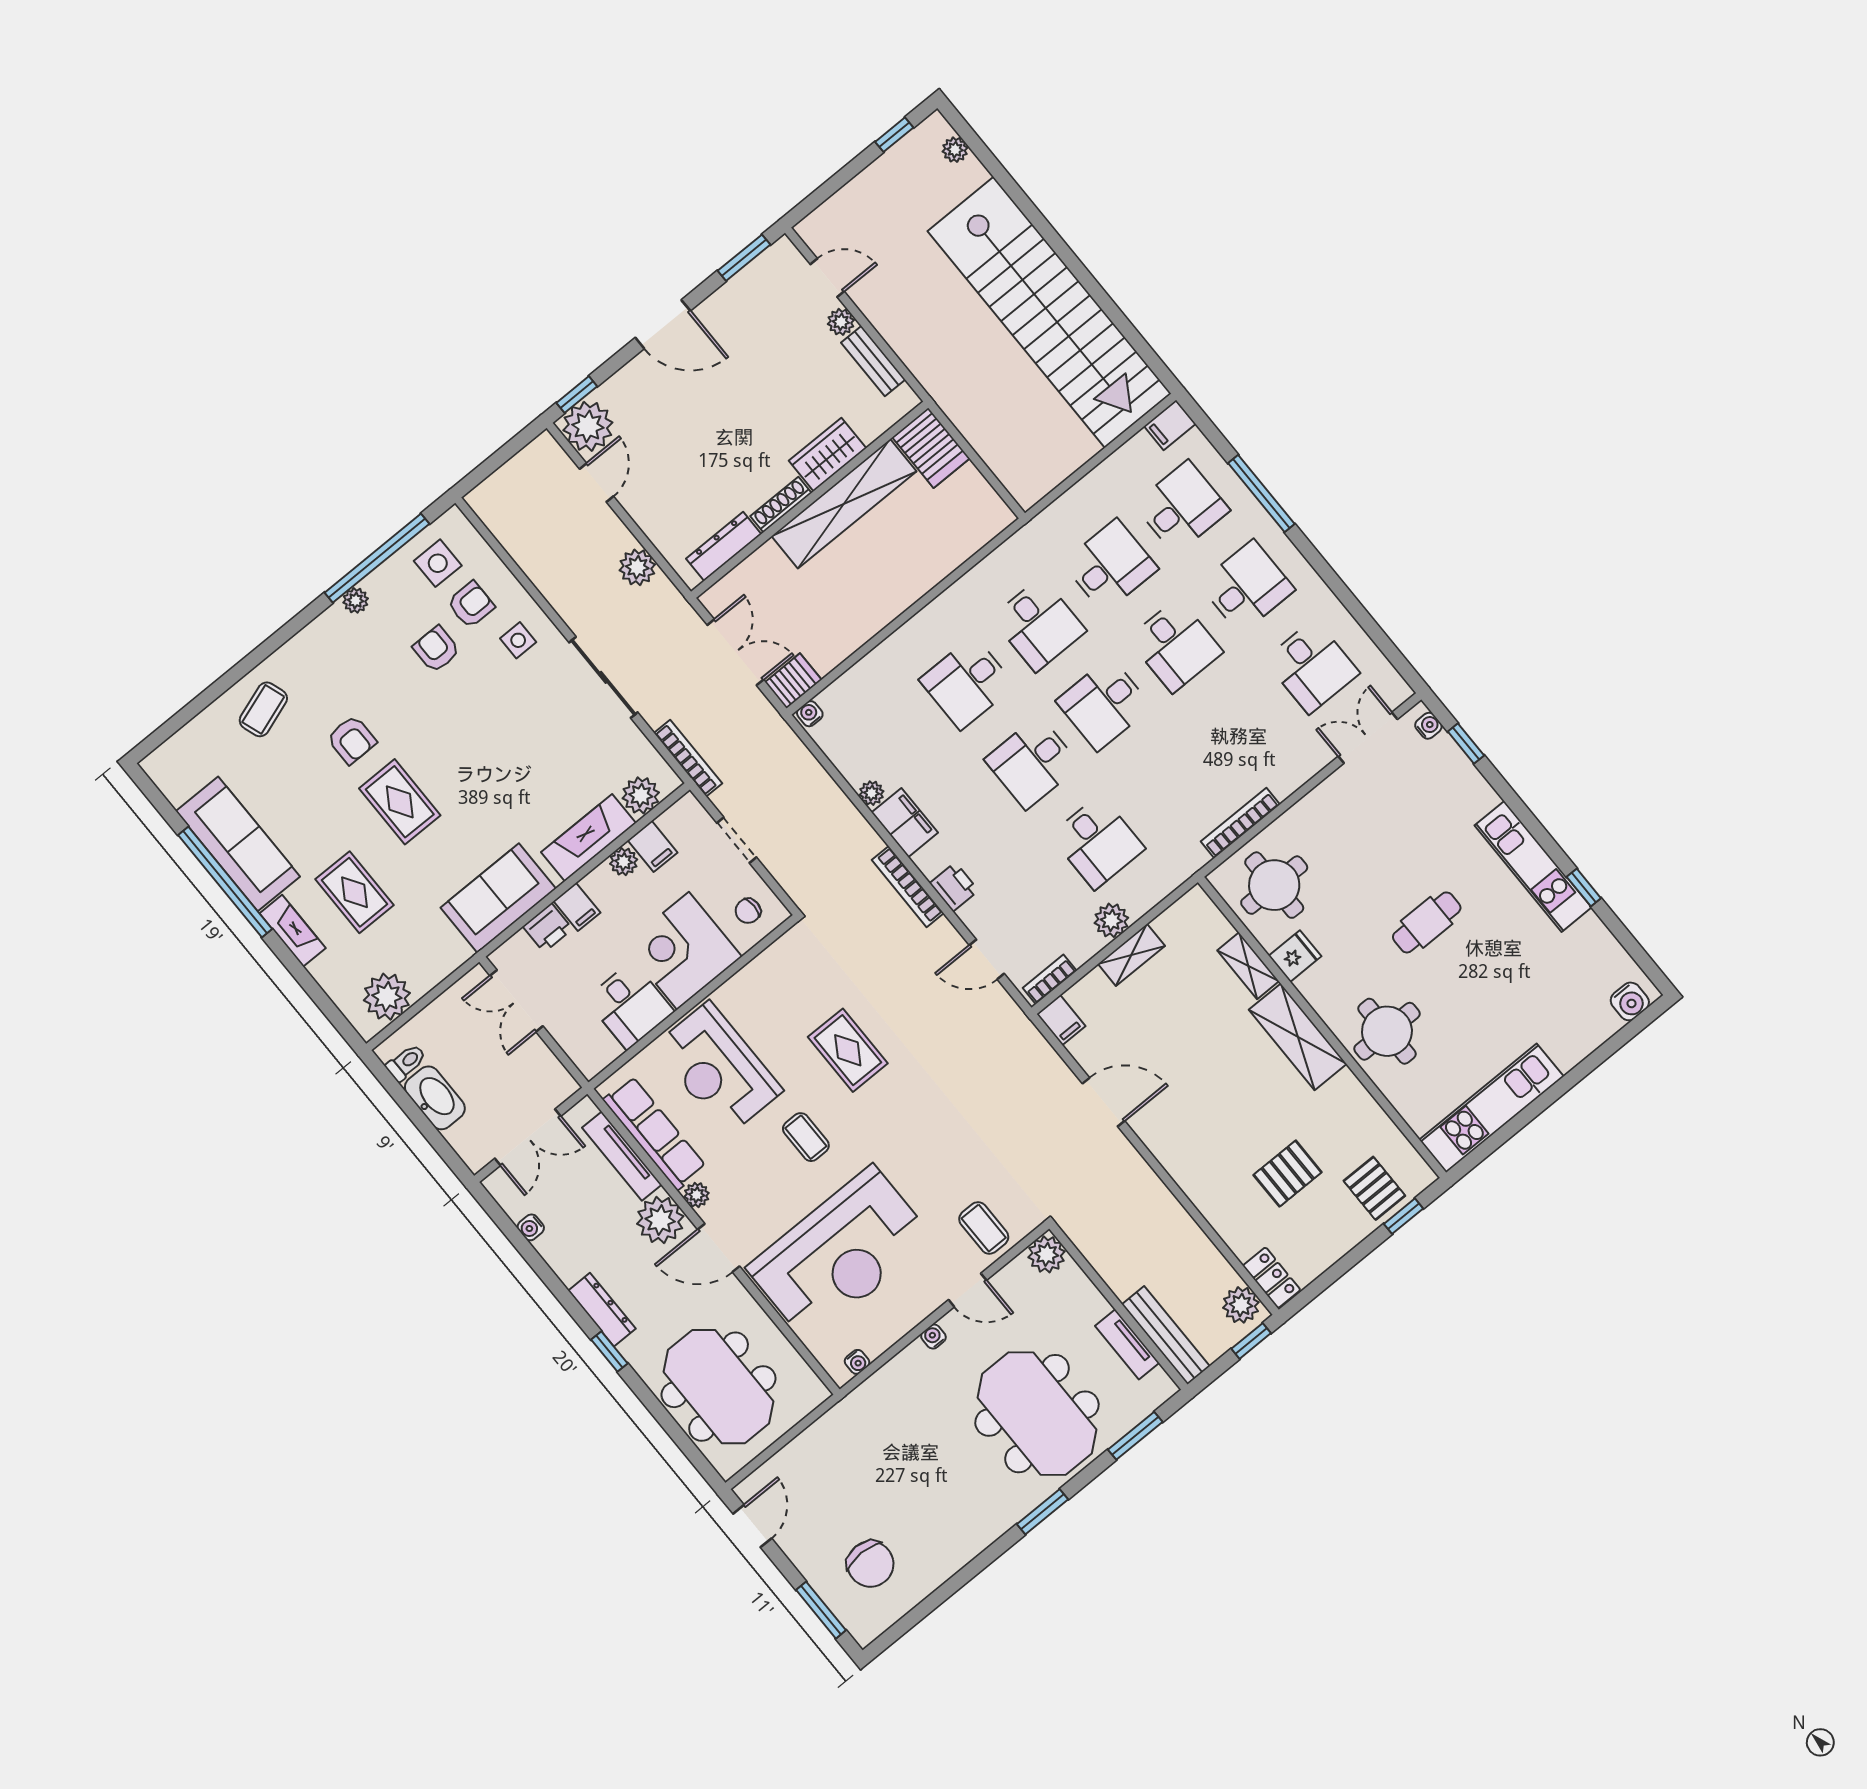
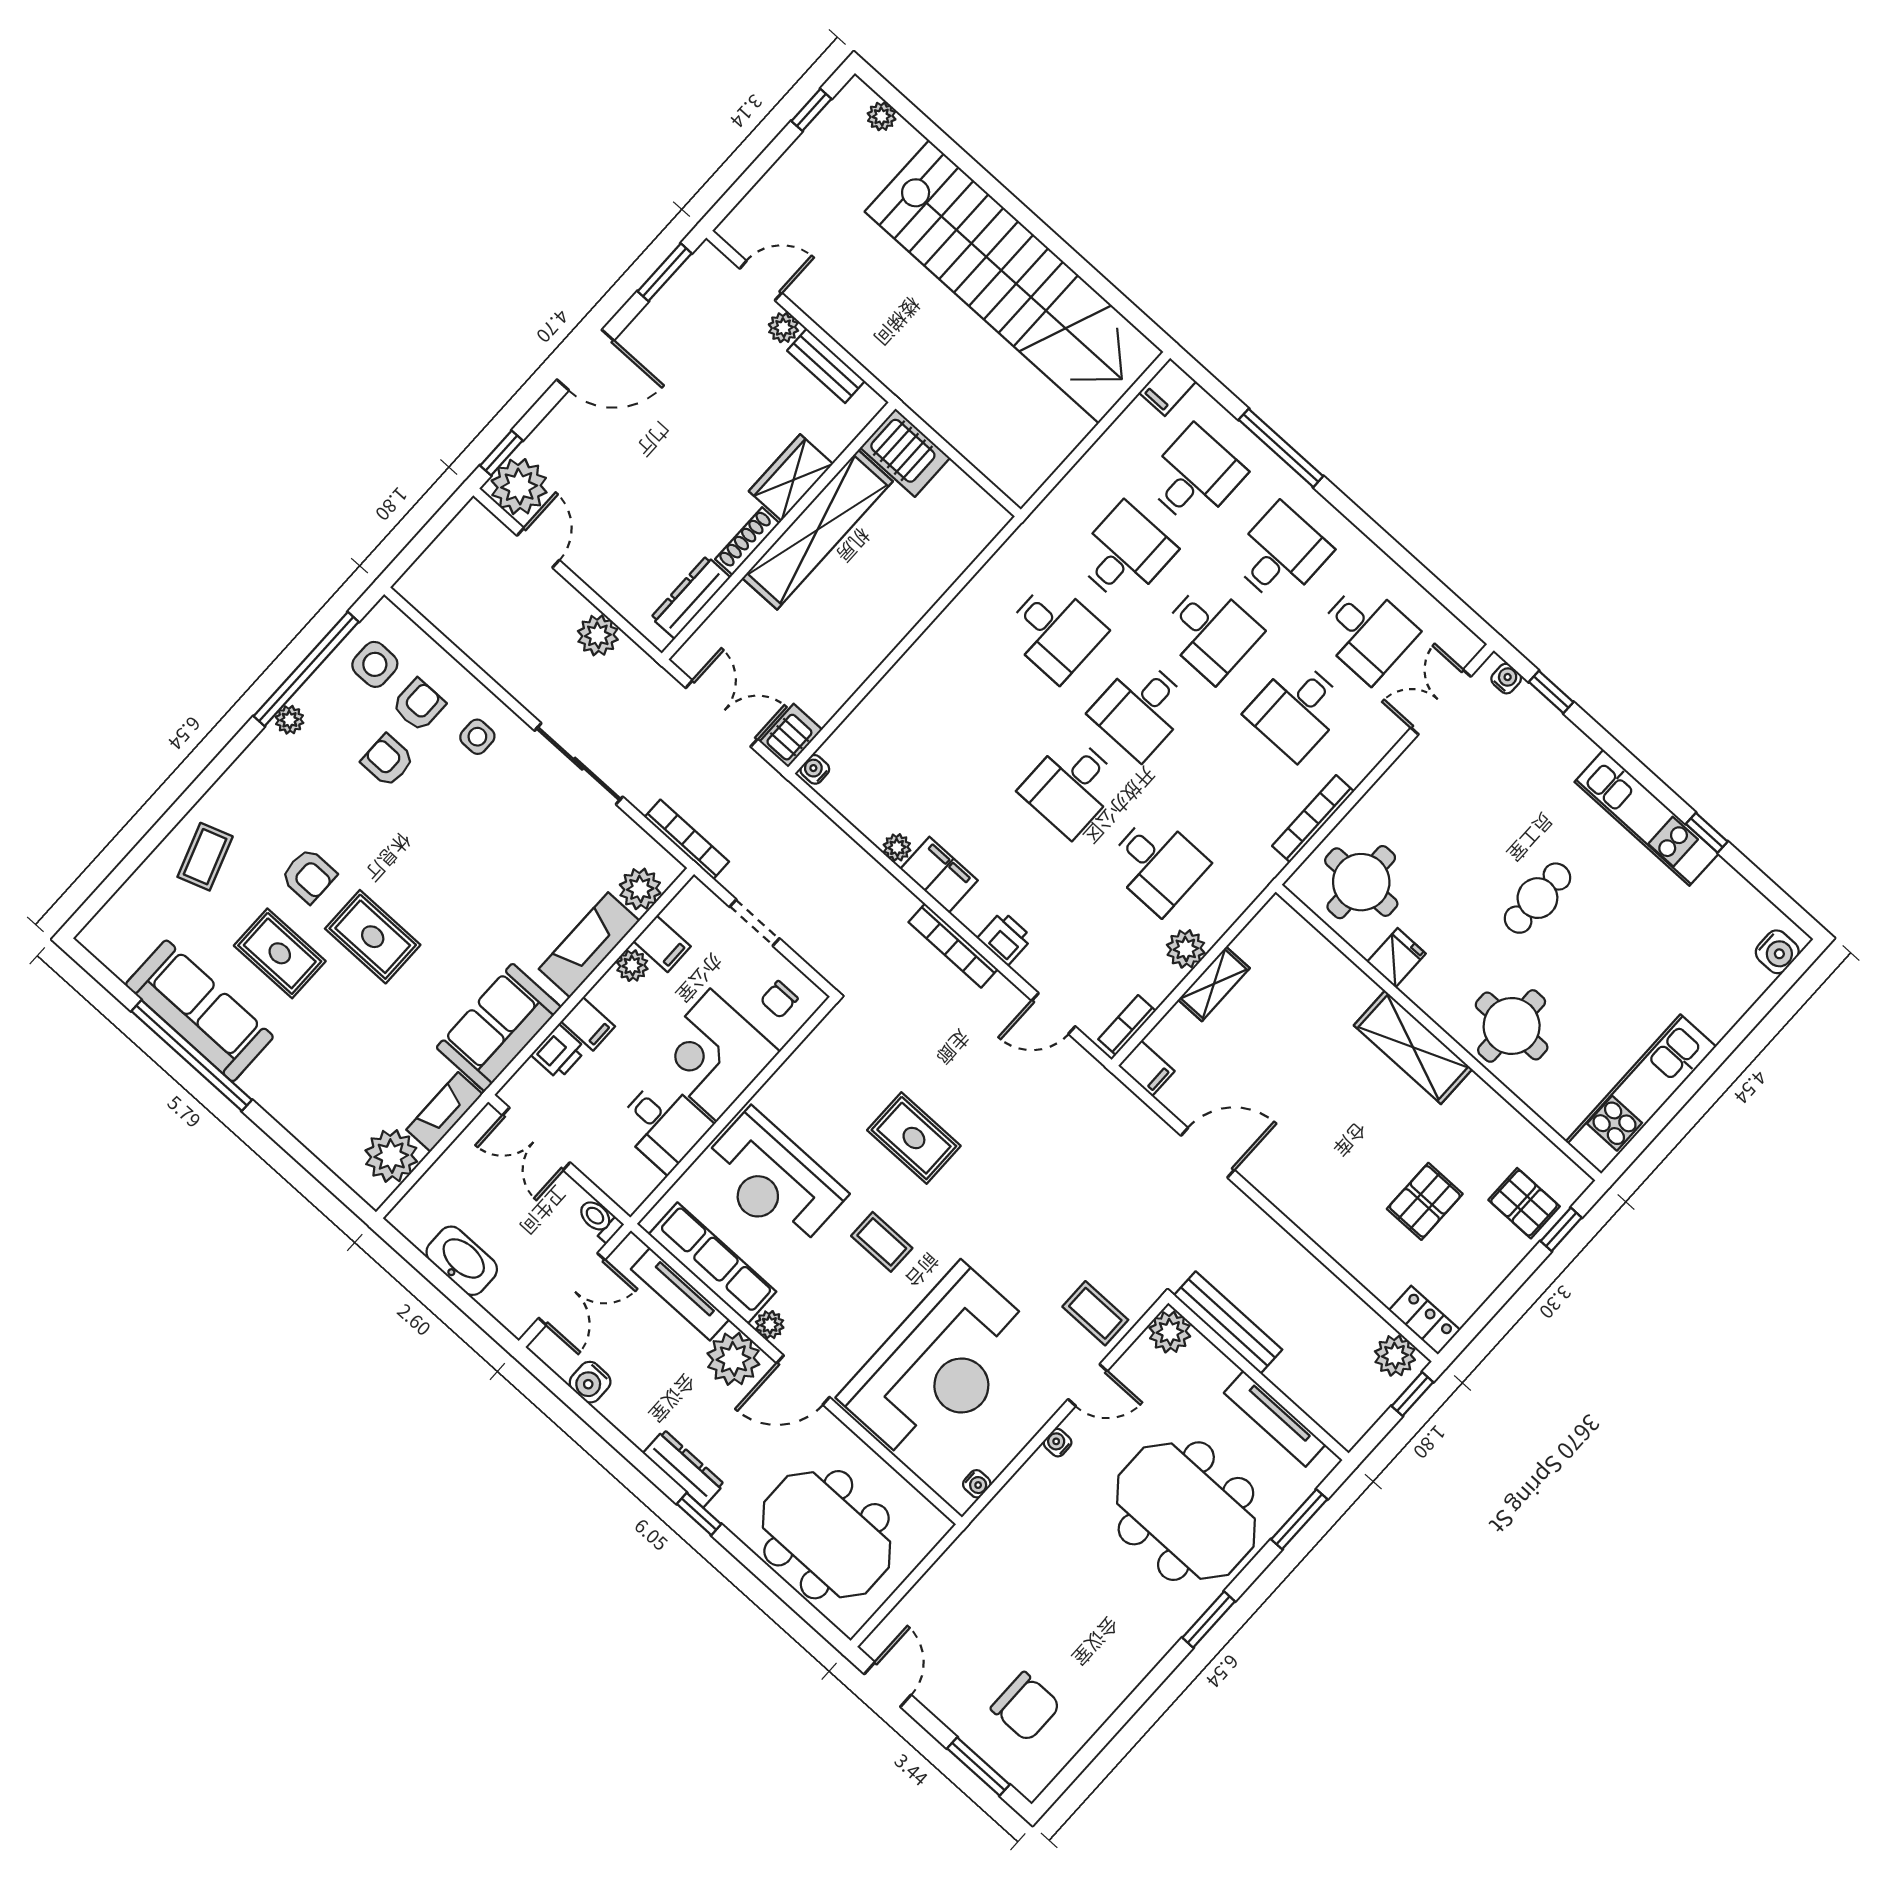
desk: (967, 683) -> (1297, 709), moved
rug: (355, 892) -> (280, 953), moved
fireplace: (293, 931) -> (444, 1112), moved, turned -90
shelving: (1248, 966) -> (1346, 976), removed
toilet: (406, 1063) -> (599, 1220), moved, turned -90
water cooler: (531, 1227) -> (590, 1382), width x1.38, depth x1.38
bench: (1166, 1335) -> (1228, 1322), moved
tv unit: (1127, 1344) -> (1275, 1419), width x1.41

